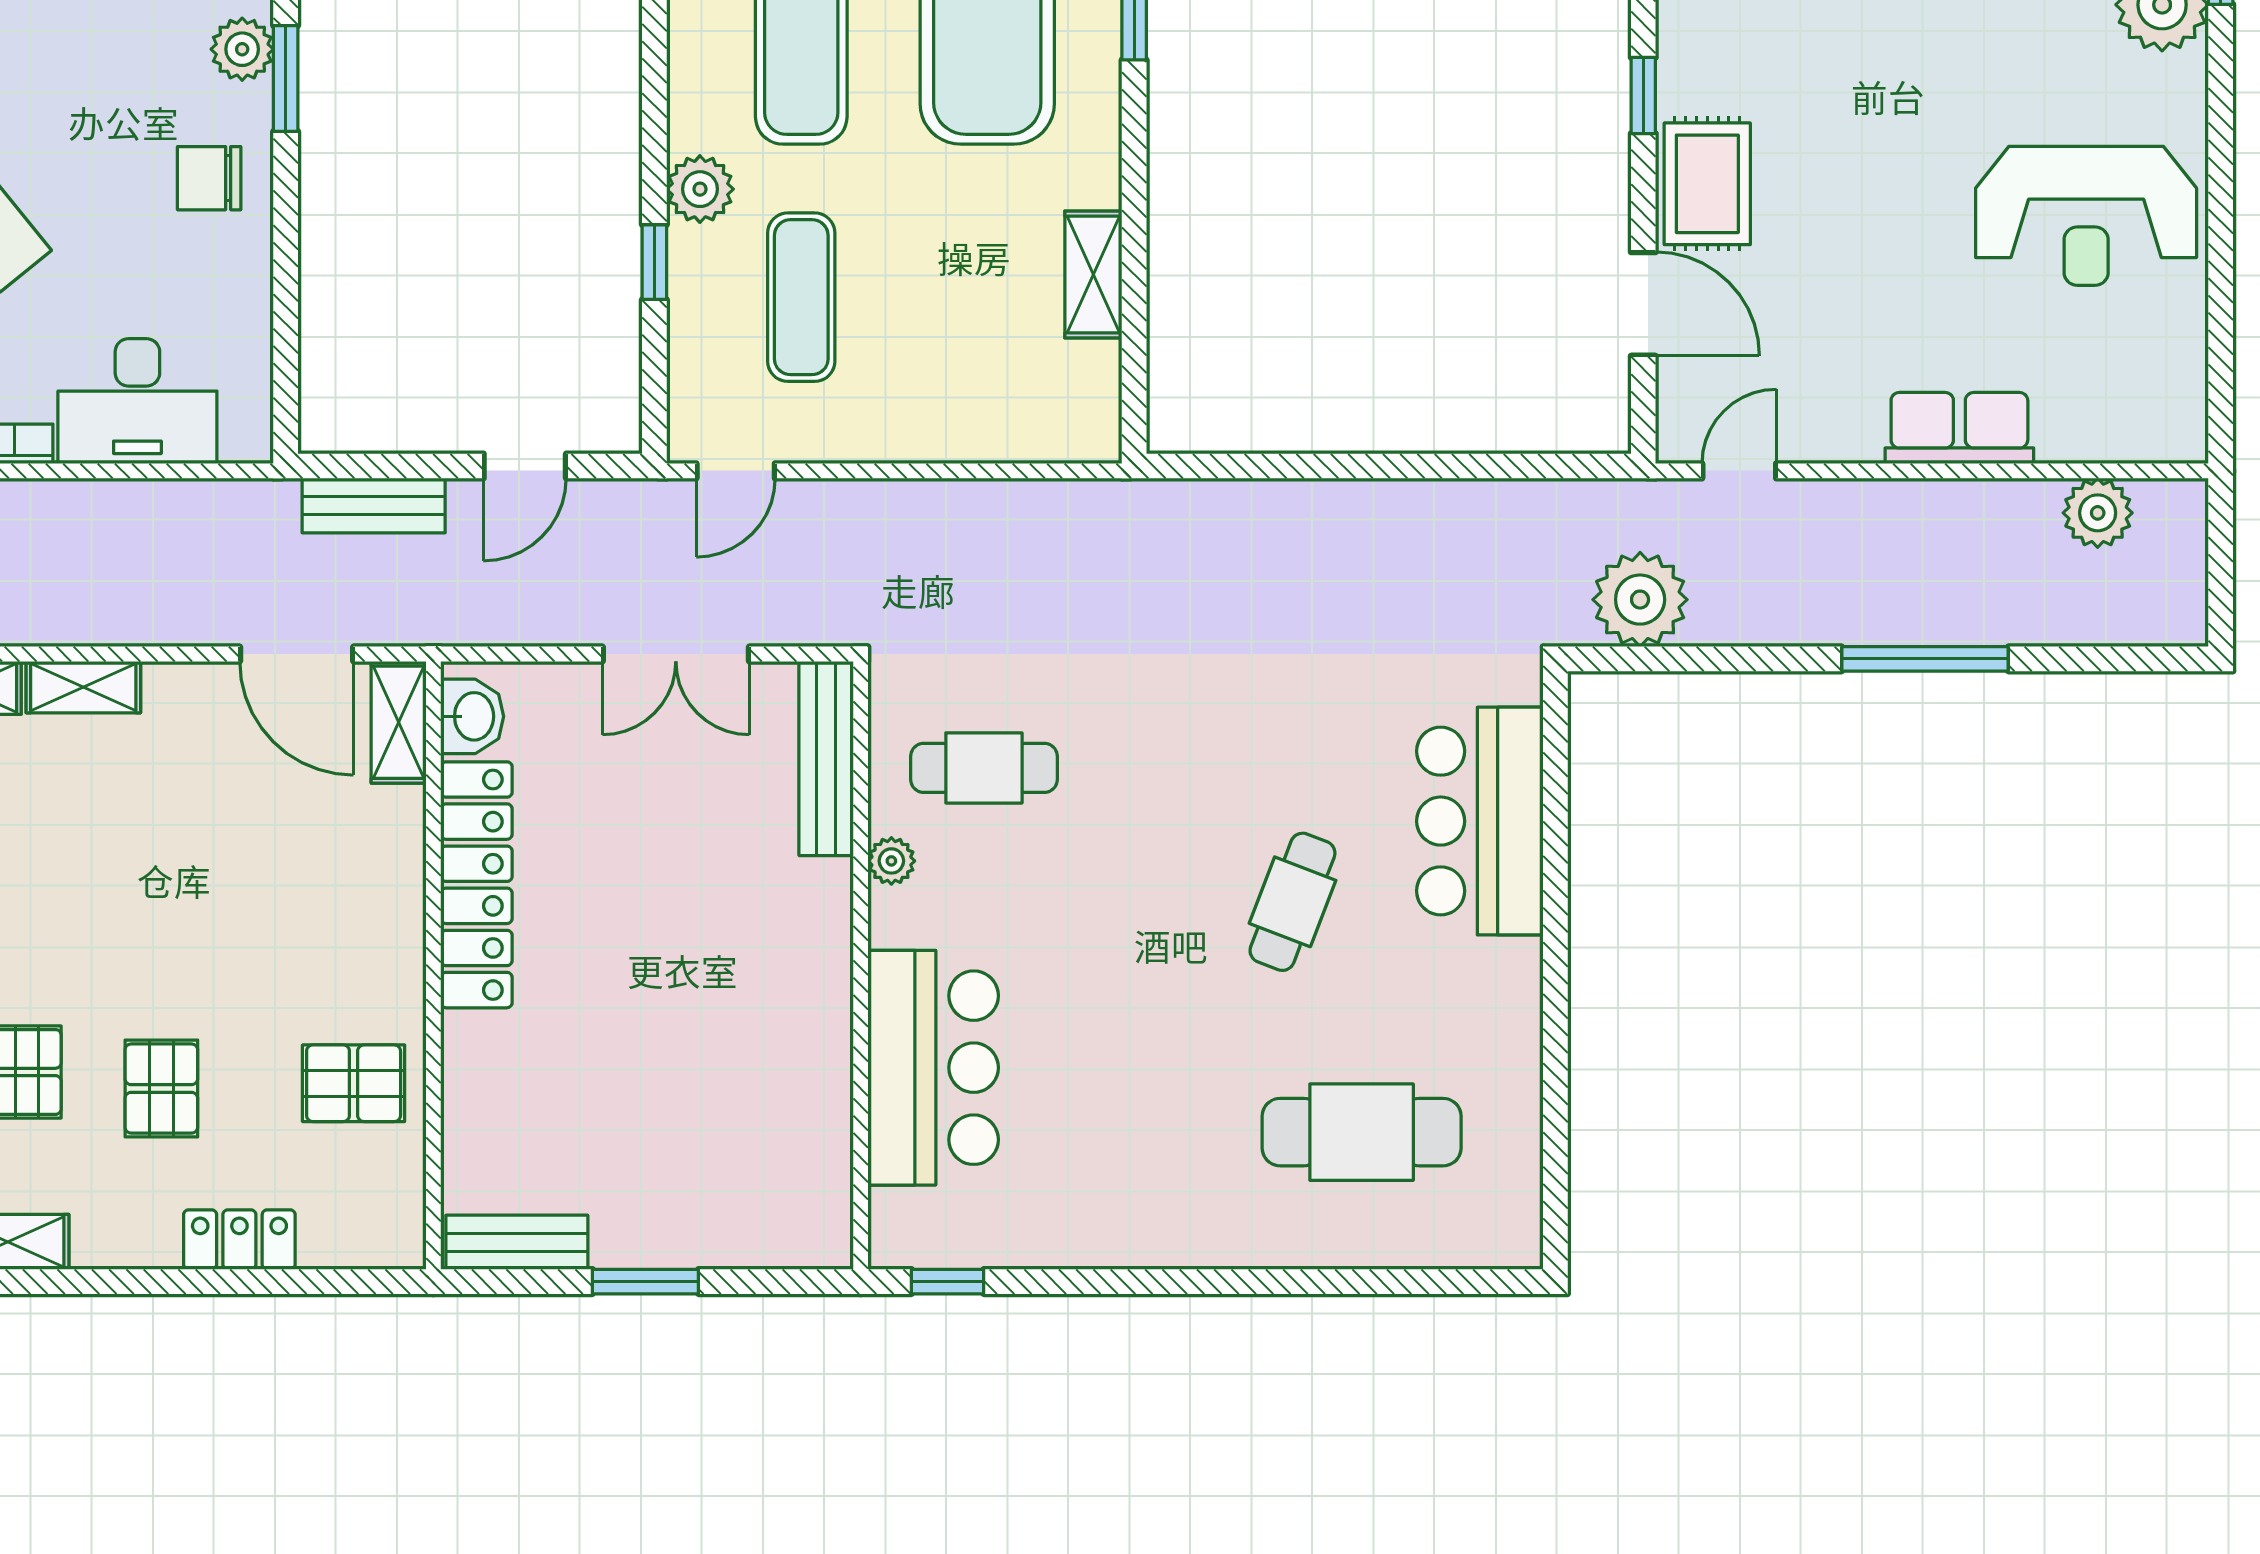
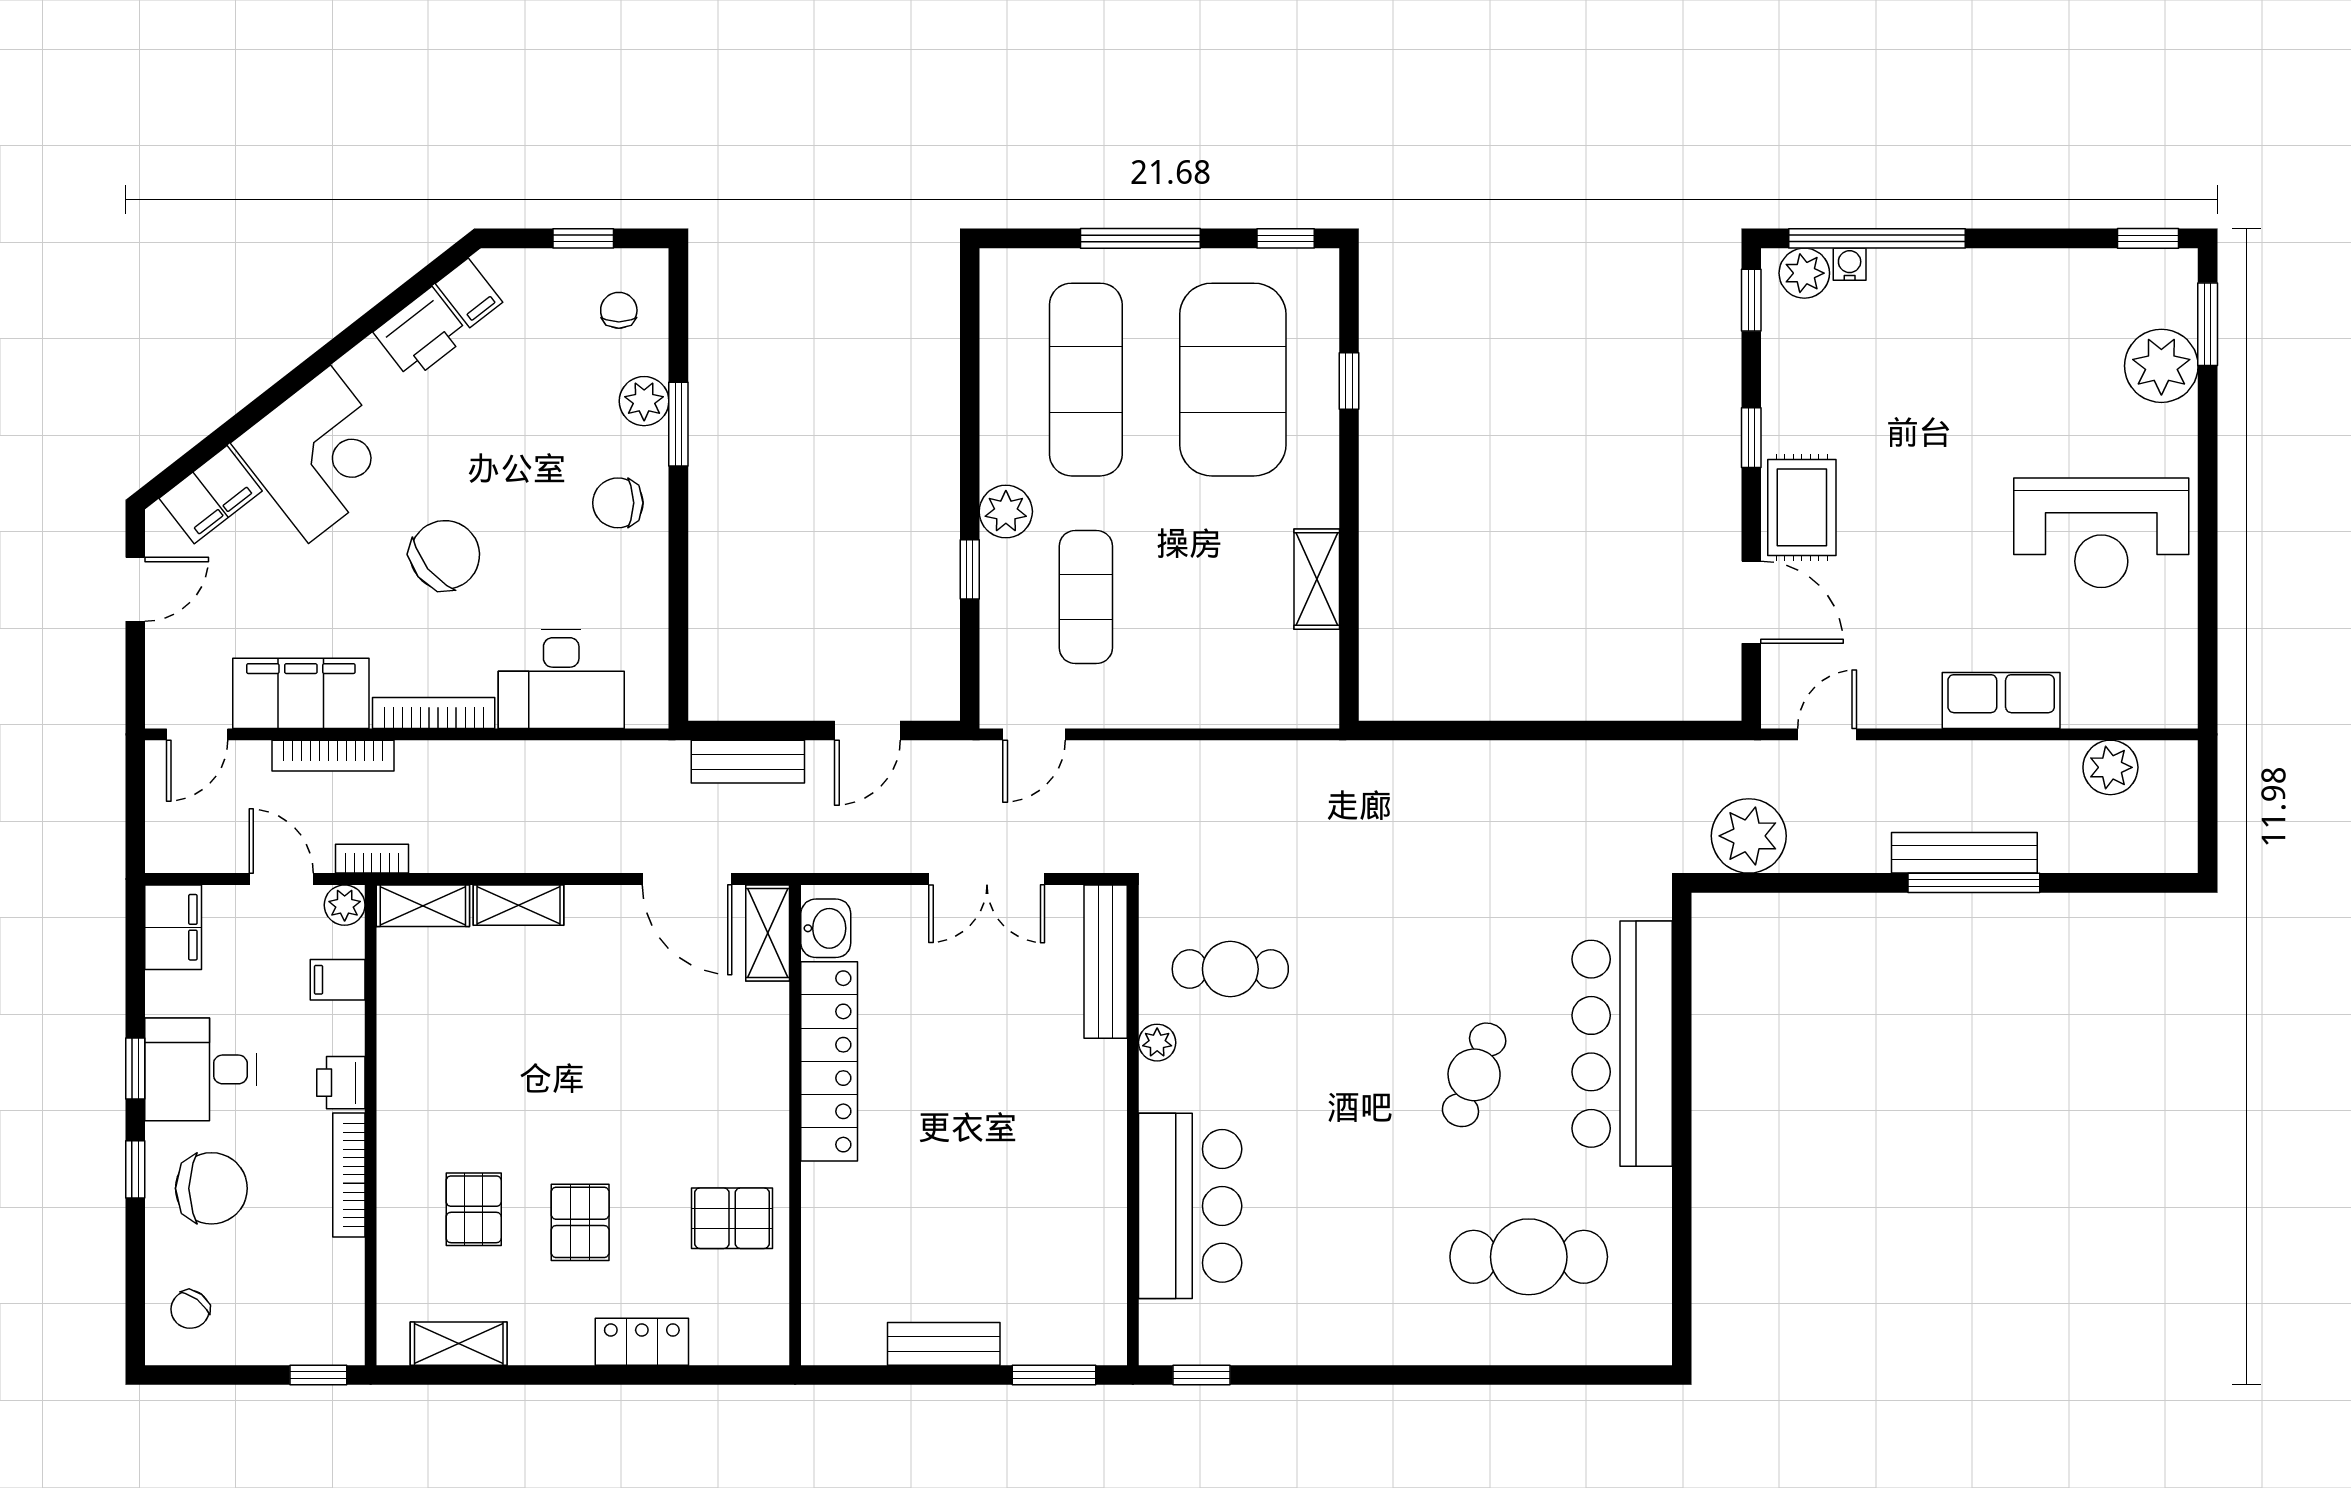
bench: (1913, 621) -> (1964, 853), added
bar counter: (1480, 821) -> (1622, 1044), width x1.36
bench: (517, 1242) -> (944, 1344), moved
window: (645, 1282) -> (1054, 1375), moved

